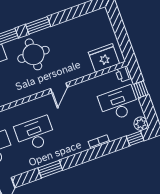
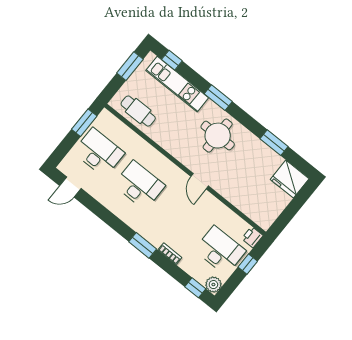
window: (38, 25) -> (274, 143), moved
fridge: (104, 58) -> (290, 179), moved, turned 180
door: (59, 88) -> (200, 181), hinge flipped
window: (50, 169) -> (143, 245), moved

